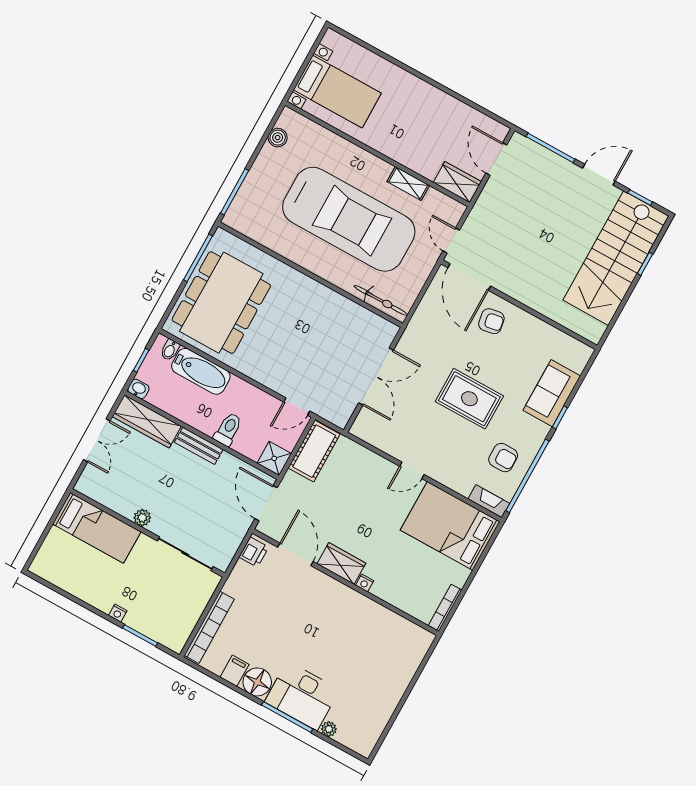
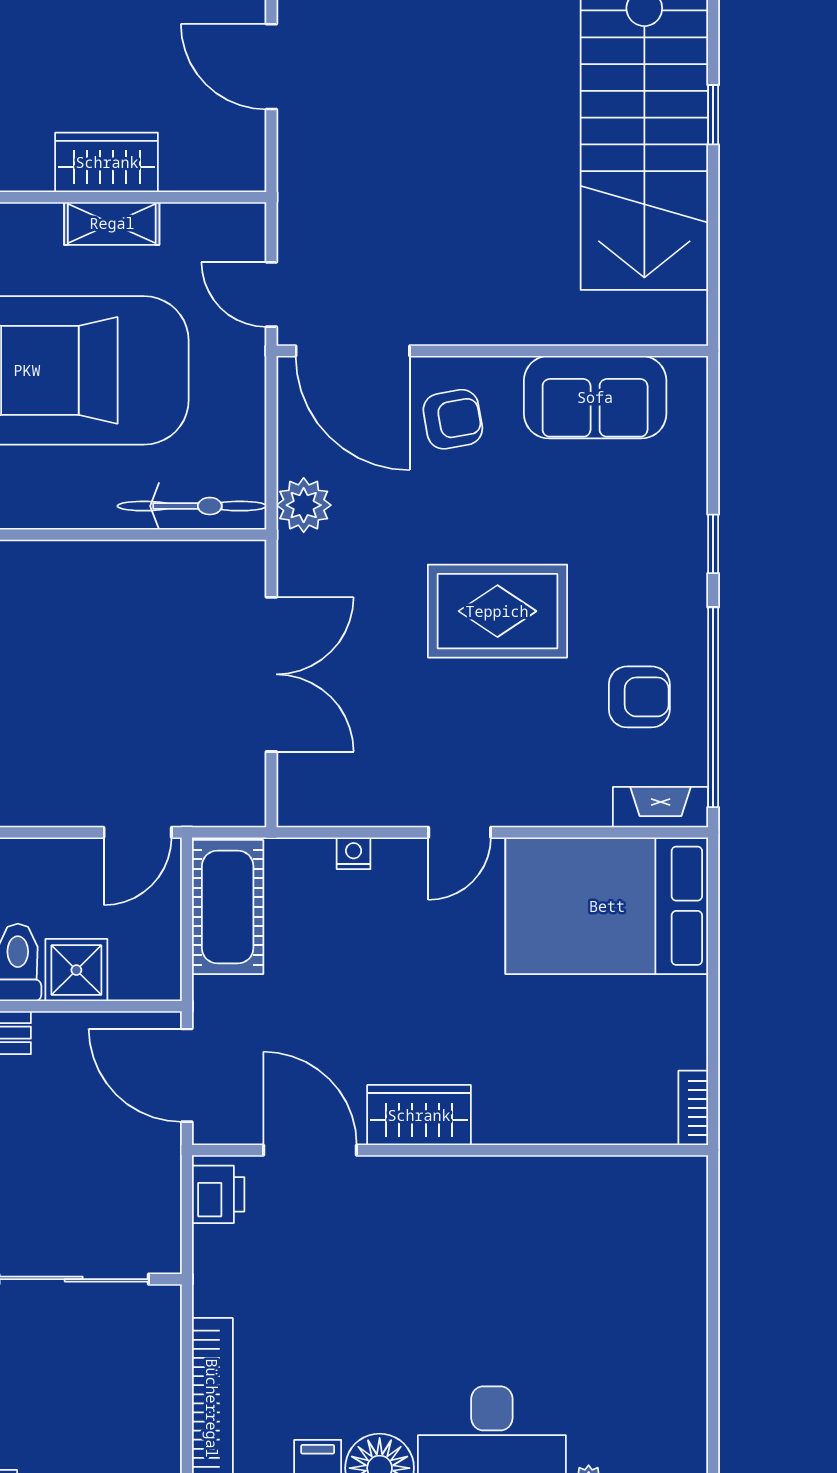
wardrobe: (457, 182) -> (107, 162), moved
plant: (421, 322) -> (304, 505), added
sofa: (552, 393) -> (595, 397), moved, turned -90
shower: (274, 458) -> (76, 970), moved
nightstand: (365, 583) -> (354, 853), moved, turned 180
bookcase: (445, 608) -> (693, 1108), width x0.64

